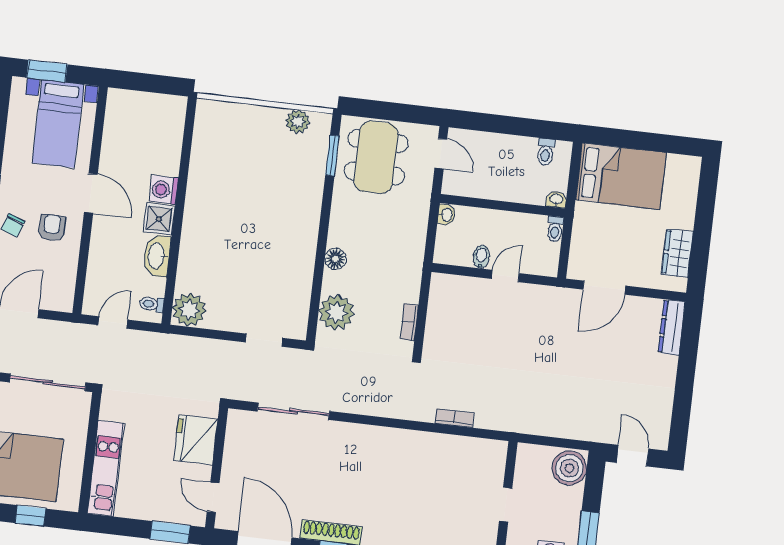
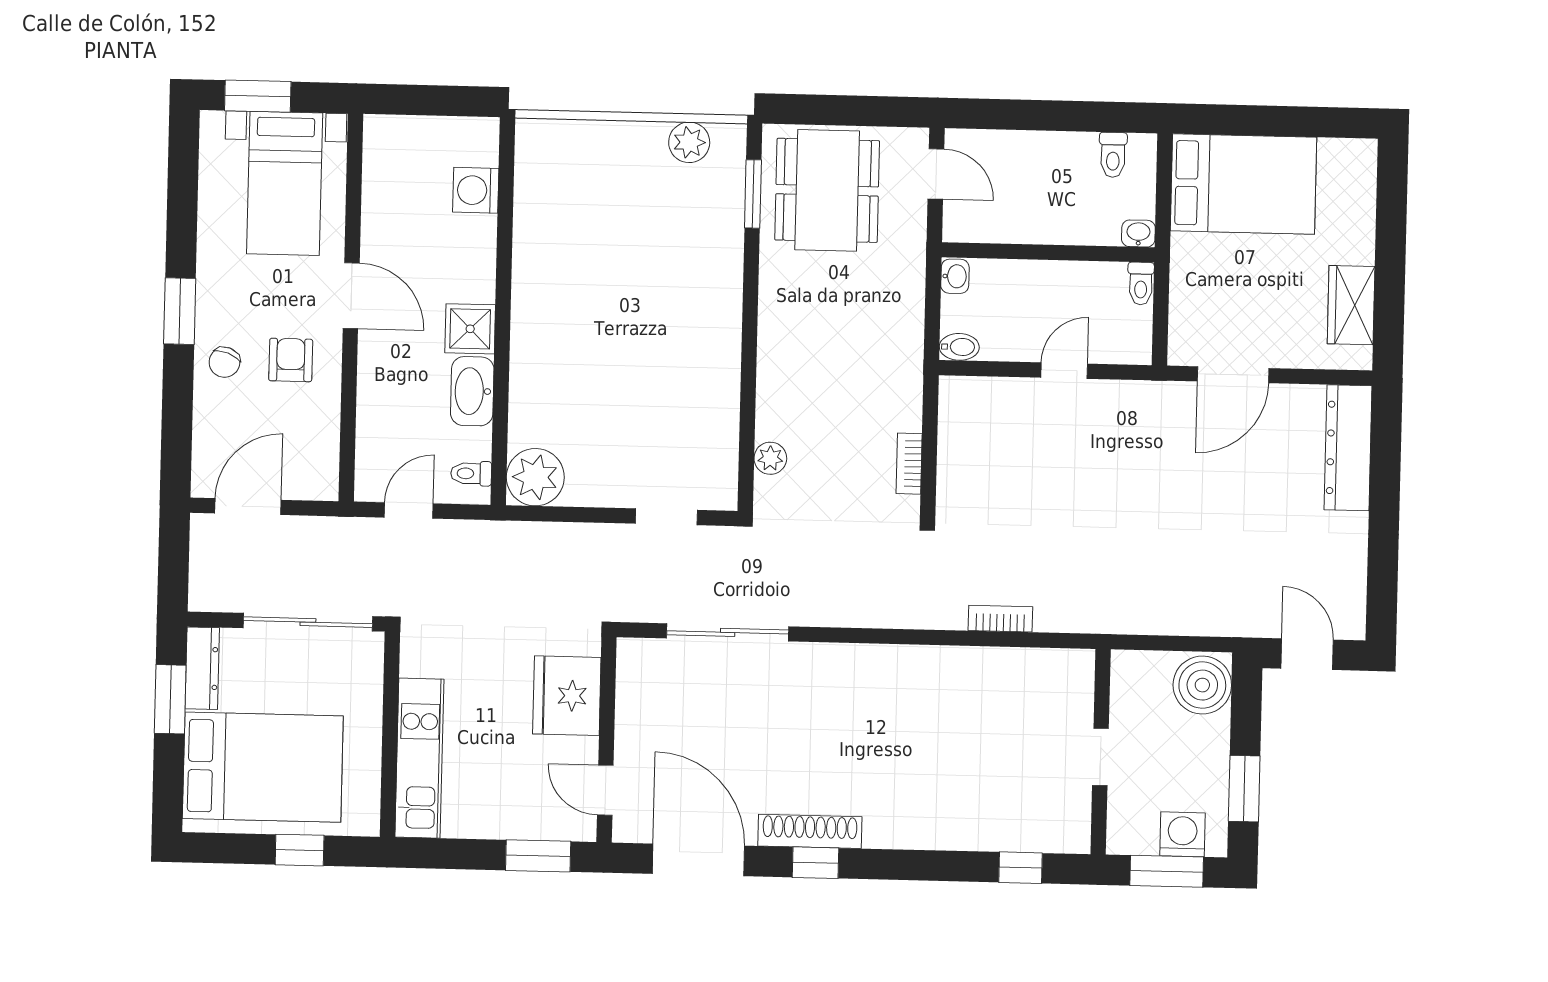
washing machine: (164, 190) -> (476, 190), moved
bidet: (481, 257) -> (959, 347), moved, turned 90
floor lamp: (335, 259) -> (775, 368), removed
plant: (336, 312) -> (770, 458), width x0.53, depth x0.53
dresser: (672, 327) -> (1348, 448), width x1.37, depth x1.24

